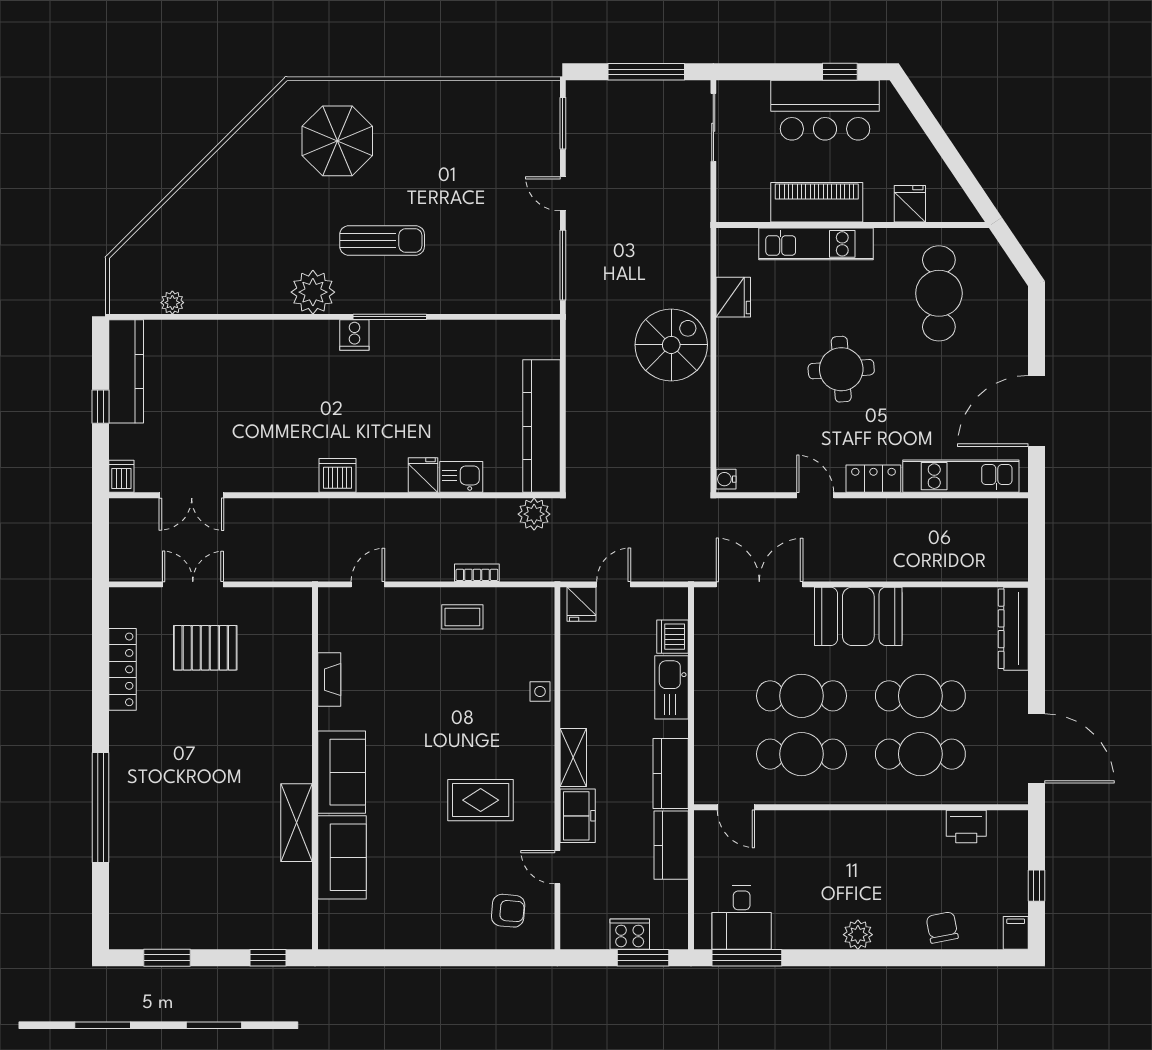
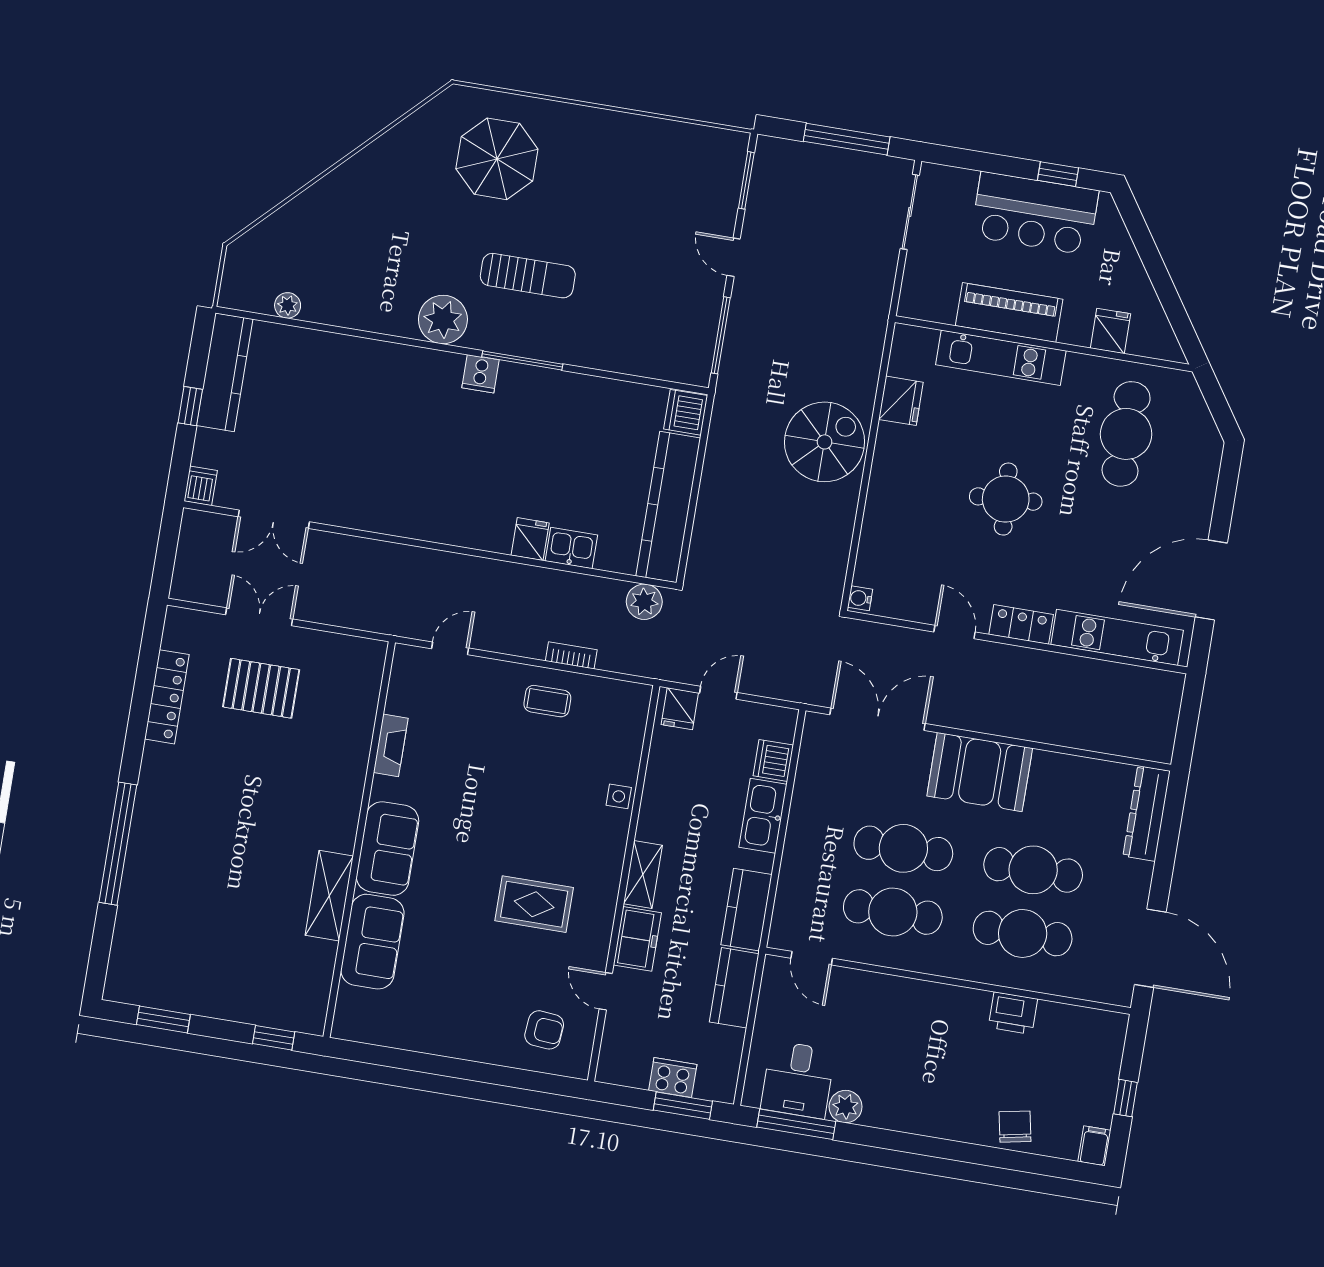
dishwasher: (338, 475) -> (686, 412), moved, turned -90
printer: (966, 826) -> (1013, 1013), moved
plant: (858, 935) -> (846, 1107), moved

